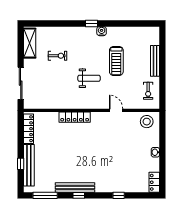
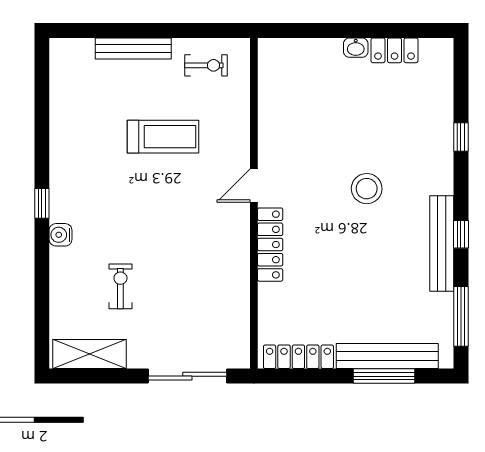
water cooler: (102, 31) -> (61, 235), moved
treadmill: (116, 61) -> (163, 137), moved
weight bench: (89, 78) -> (175, 209), removed
door: (116, 110) -> (254, 185), moved
stool: (147, 122) -> (367, 189), moved
window: (21, 164) -> (384, 376), width x2.17
locker: (154, 182) -> (395, 50), moved

